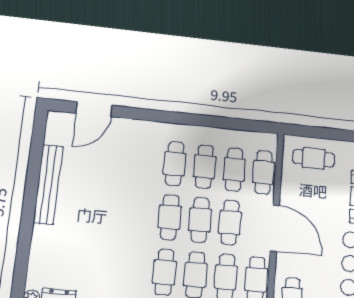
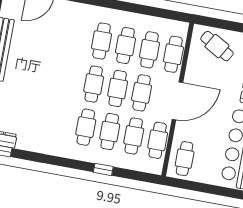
cafe table: (314, 158) -> (217, 46), turned 30
door: (275, 228) -> (177, 101), hinge flipped

